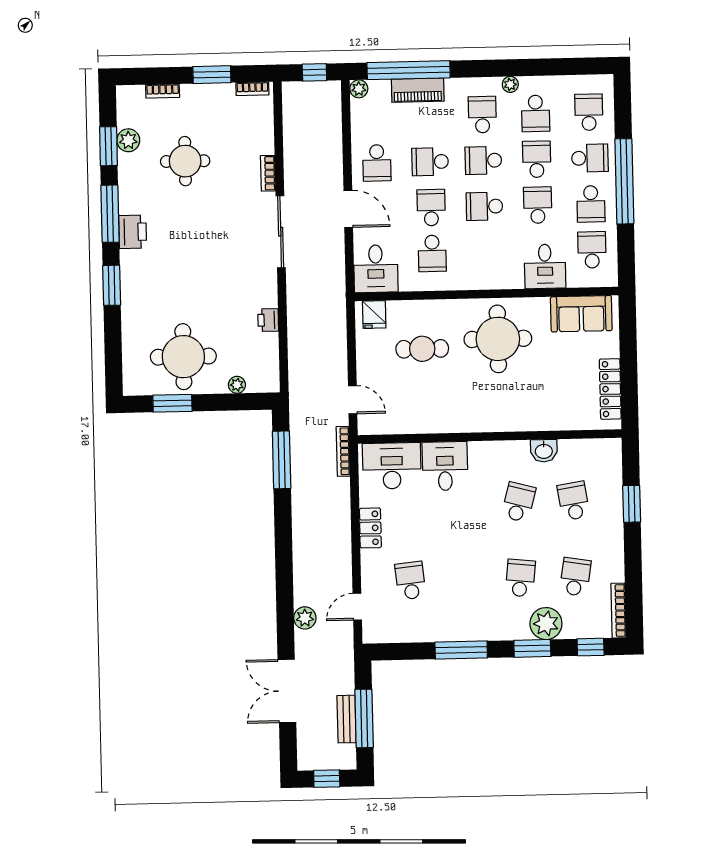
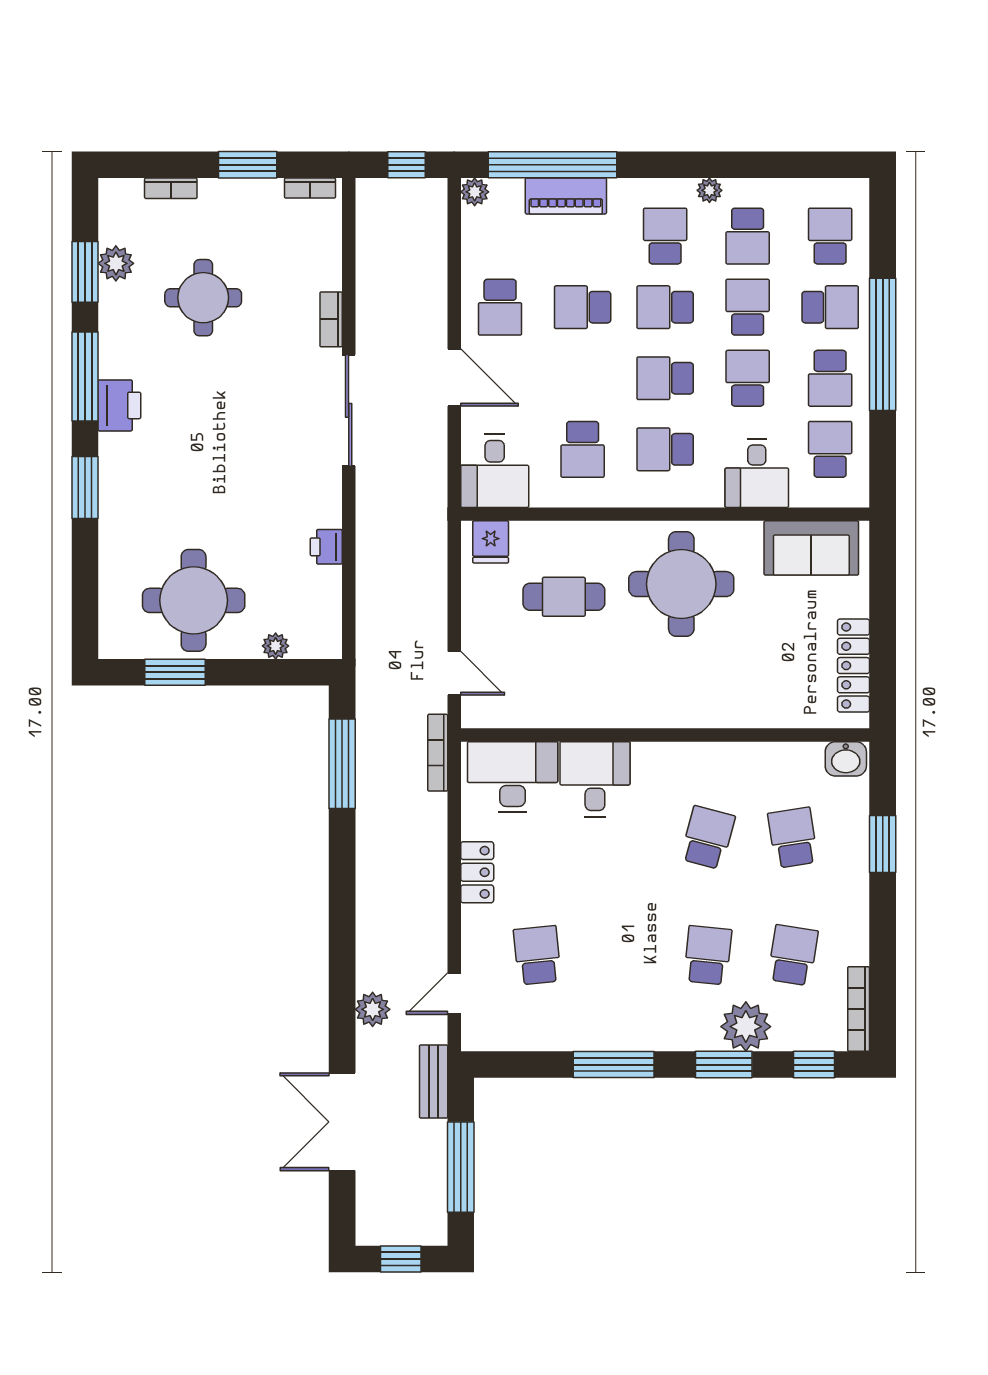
school desk: (431, 208) -> (665, 449), moved, turned -90
washbasin: (544, 451) -> (846, 759), moved
bench: (347, 719) -> (434, 1082), moved

